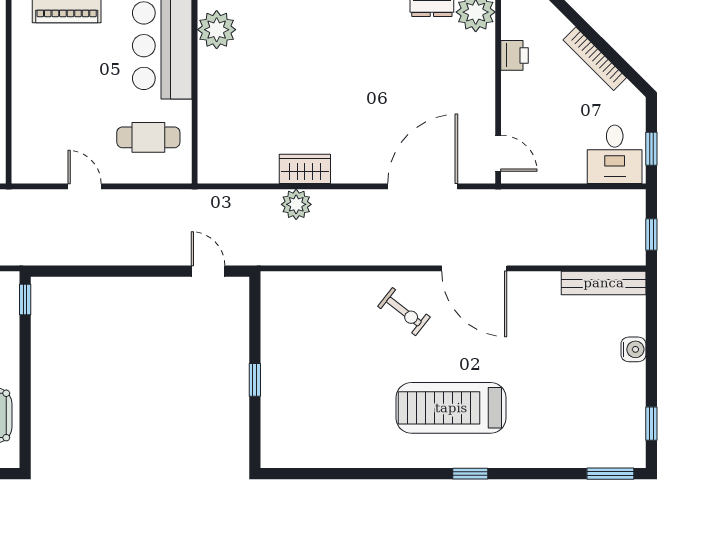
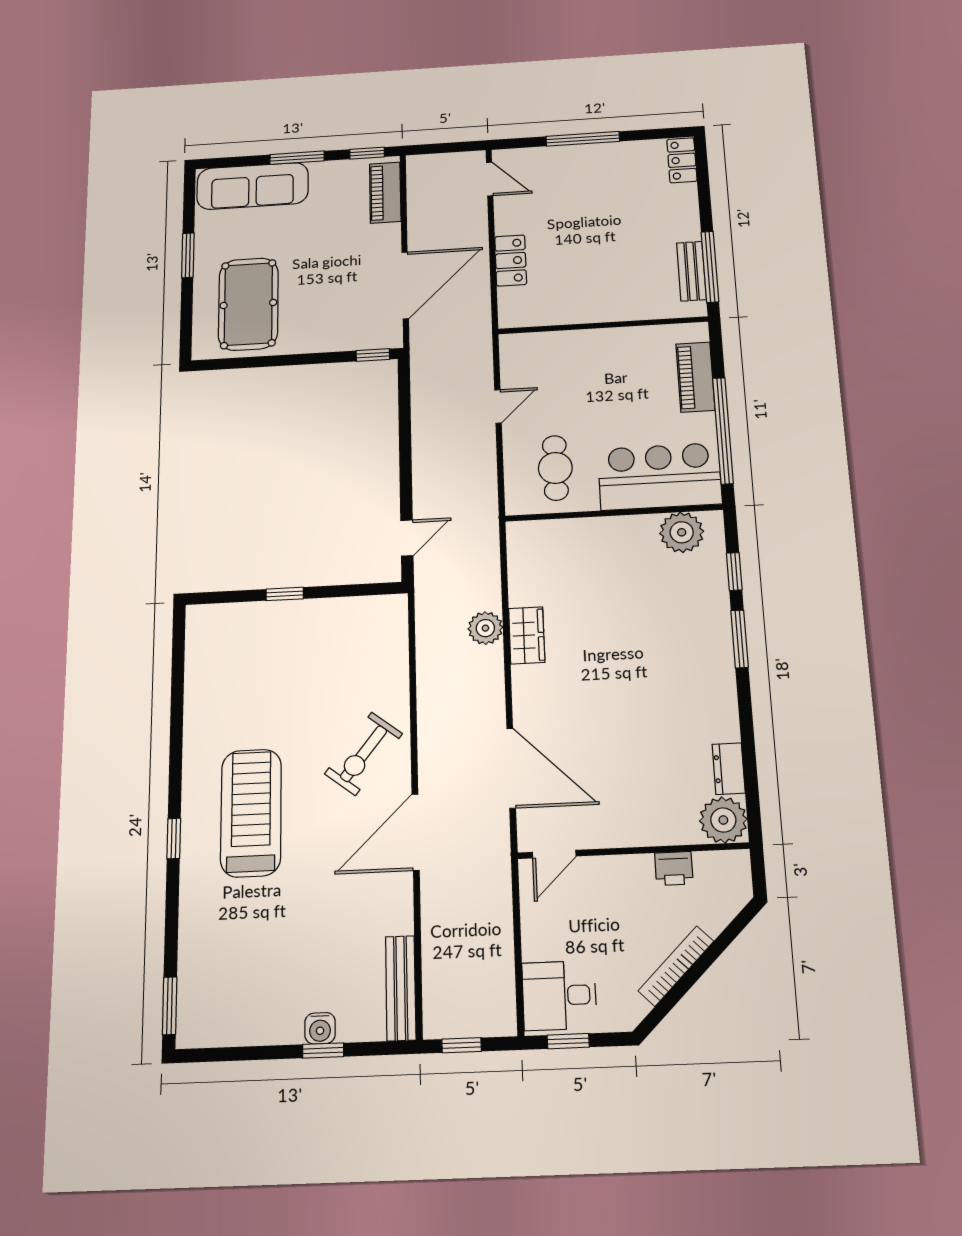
exercise bike: (404, 312) -> (364, 754), width x1.38, depth x1.39
window: (651, 424) -> (323, 1051), moved

